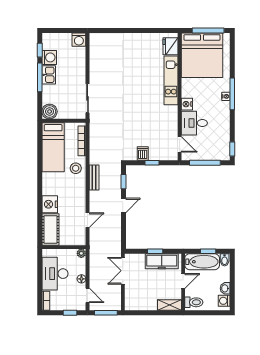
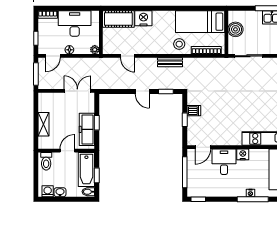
boiler: (50, 111) -> (235, 29), moved
door: (183, 281) -> (67, 151), swing flipped
shelving: (169, 305) -> (44, 124), moved

